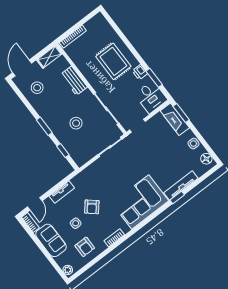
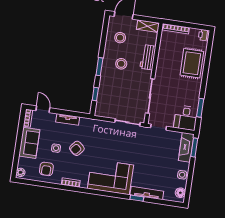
rug: (113, 61) -> (192, 63), moved
printer: (140, 72) -> (204, 35), moved
stool: (76, 123) -> (121, 64), moved
door: (35, 204) -> (43, 109), swing flipped

